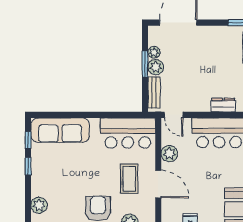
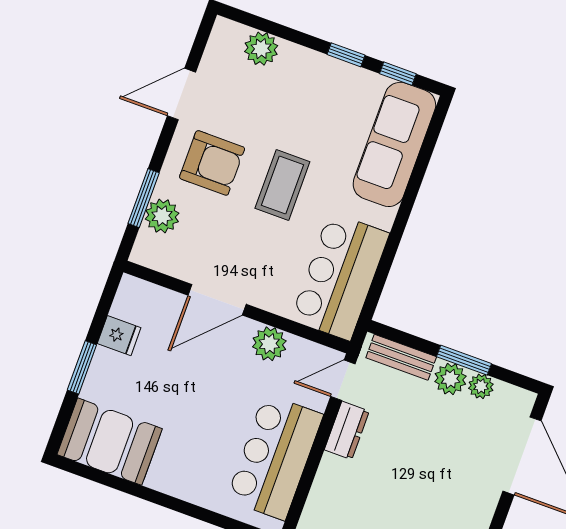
dresser: (223, 105) -> (347, 430), moved
coffee table: (129, 179) -> (282, 185), moved, turned 90

